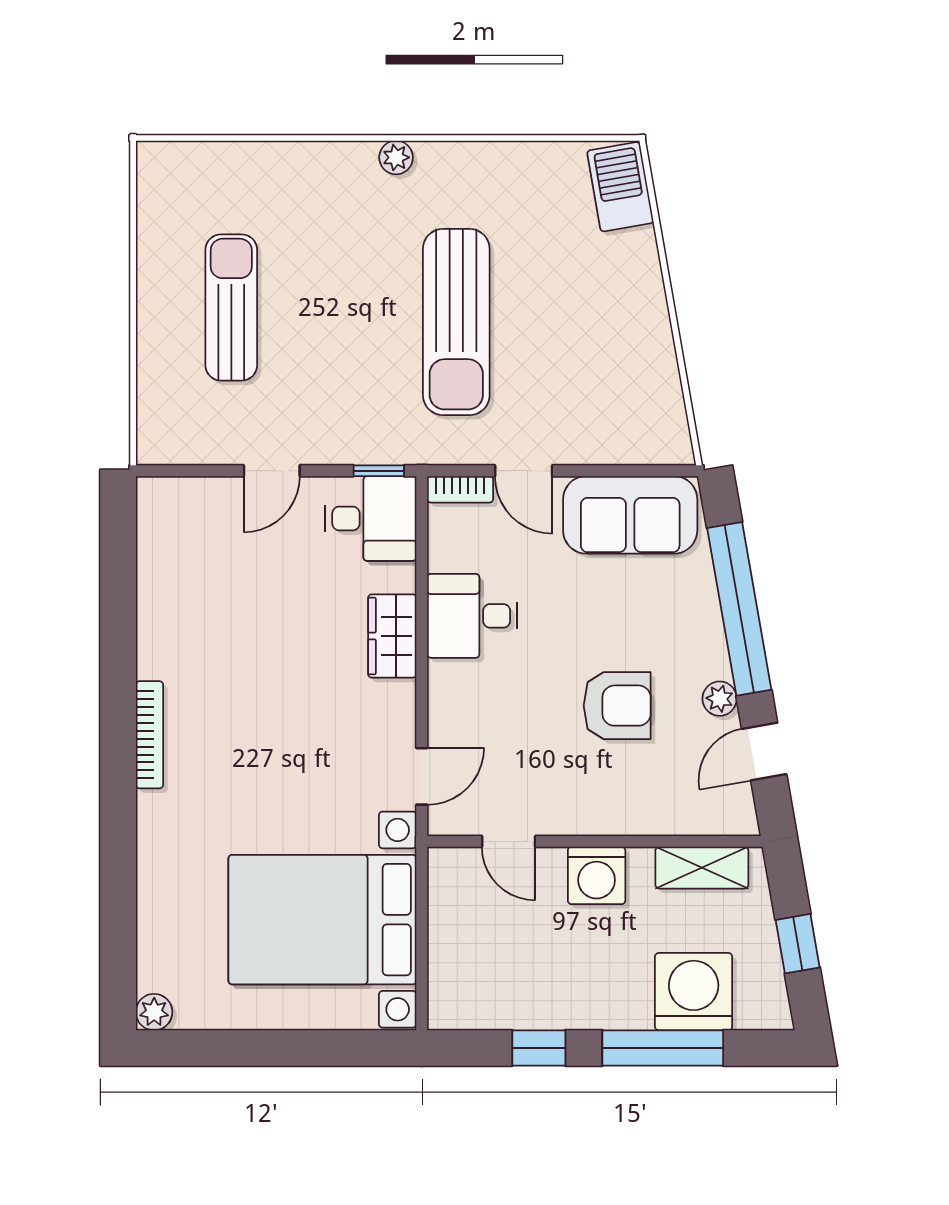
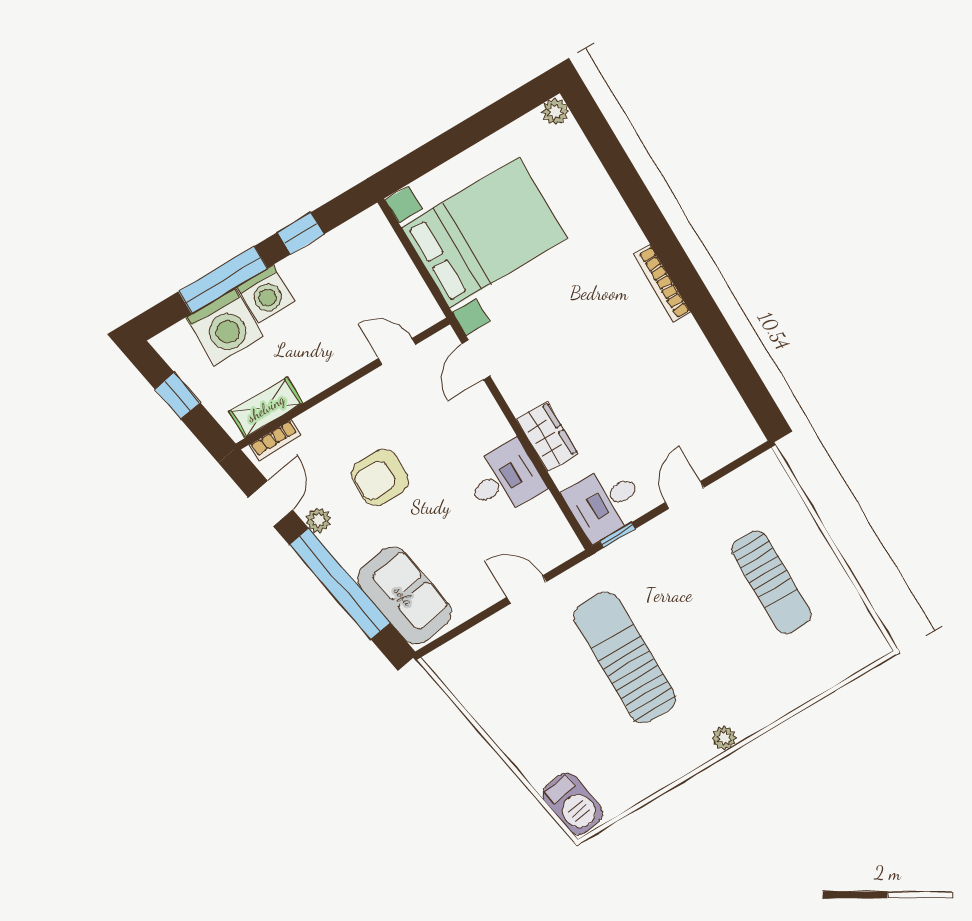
bookcase: (460, 489) -> (275, 440), moved, turned 180
sofa: (630, 515) -> (404, 596), moved, turned 80
washing machine: (597, 875) -> (265, 294), moved, turned 180

